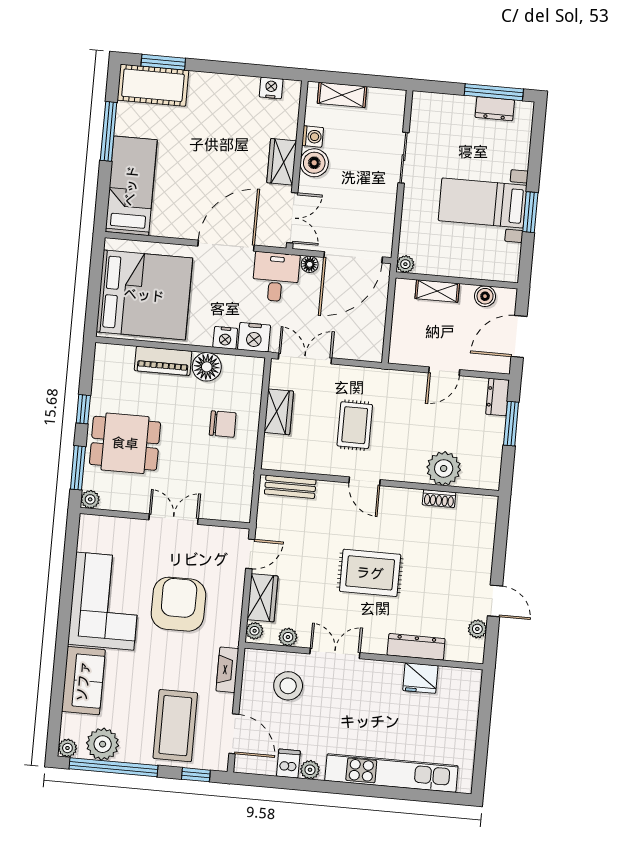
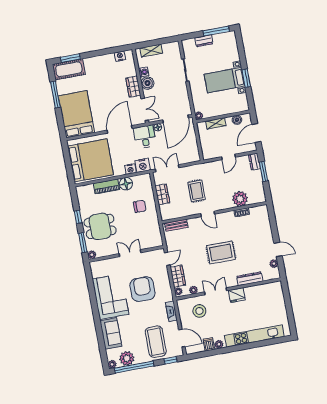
dresser: (495, 109) -> (204, 41), moved
bed: (131, 186) -> (76, 114), width x1.50
fridge: (420, 678) -> (237, 295), moved

